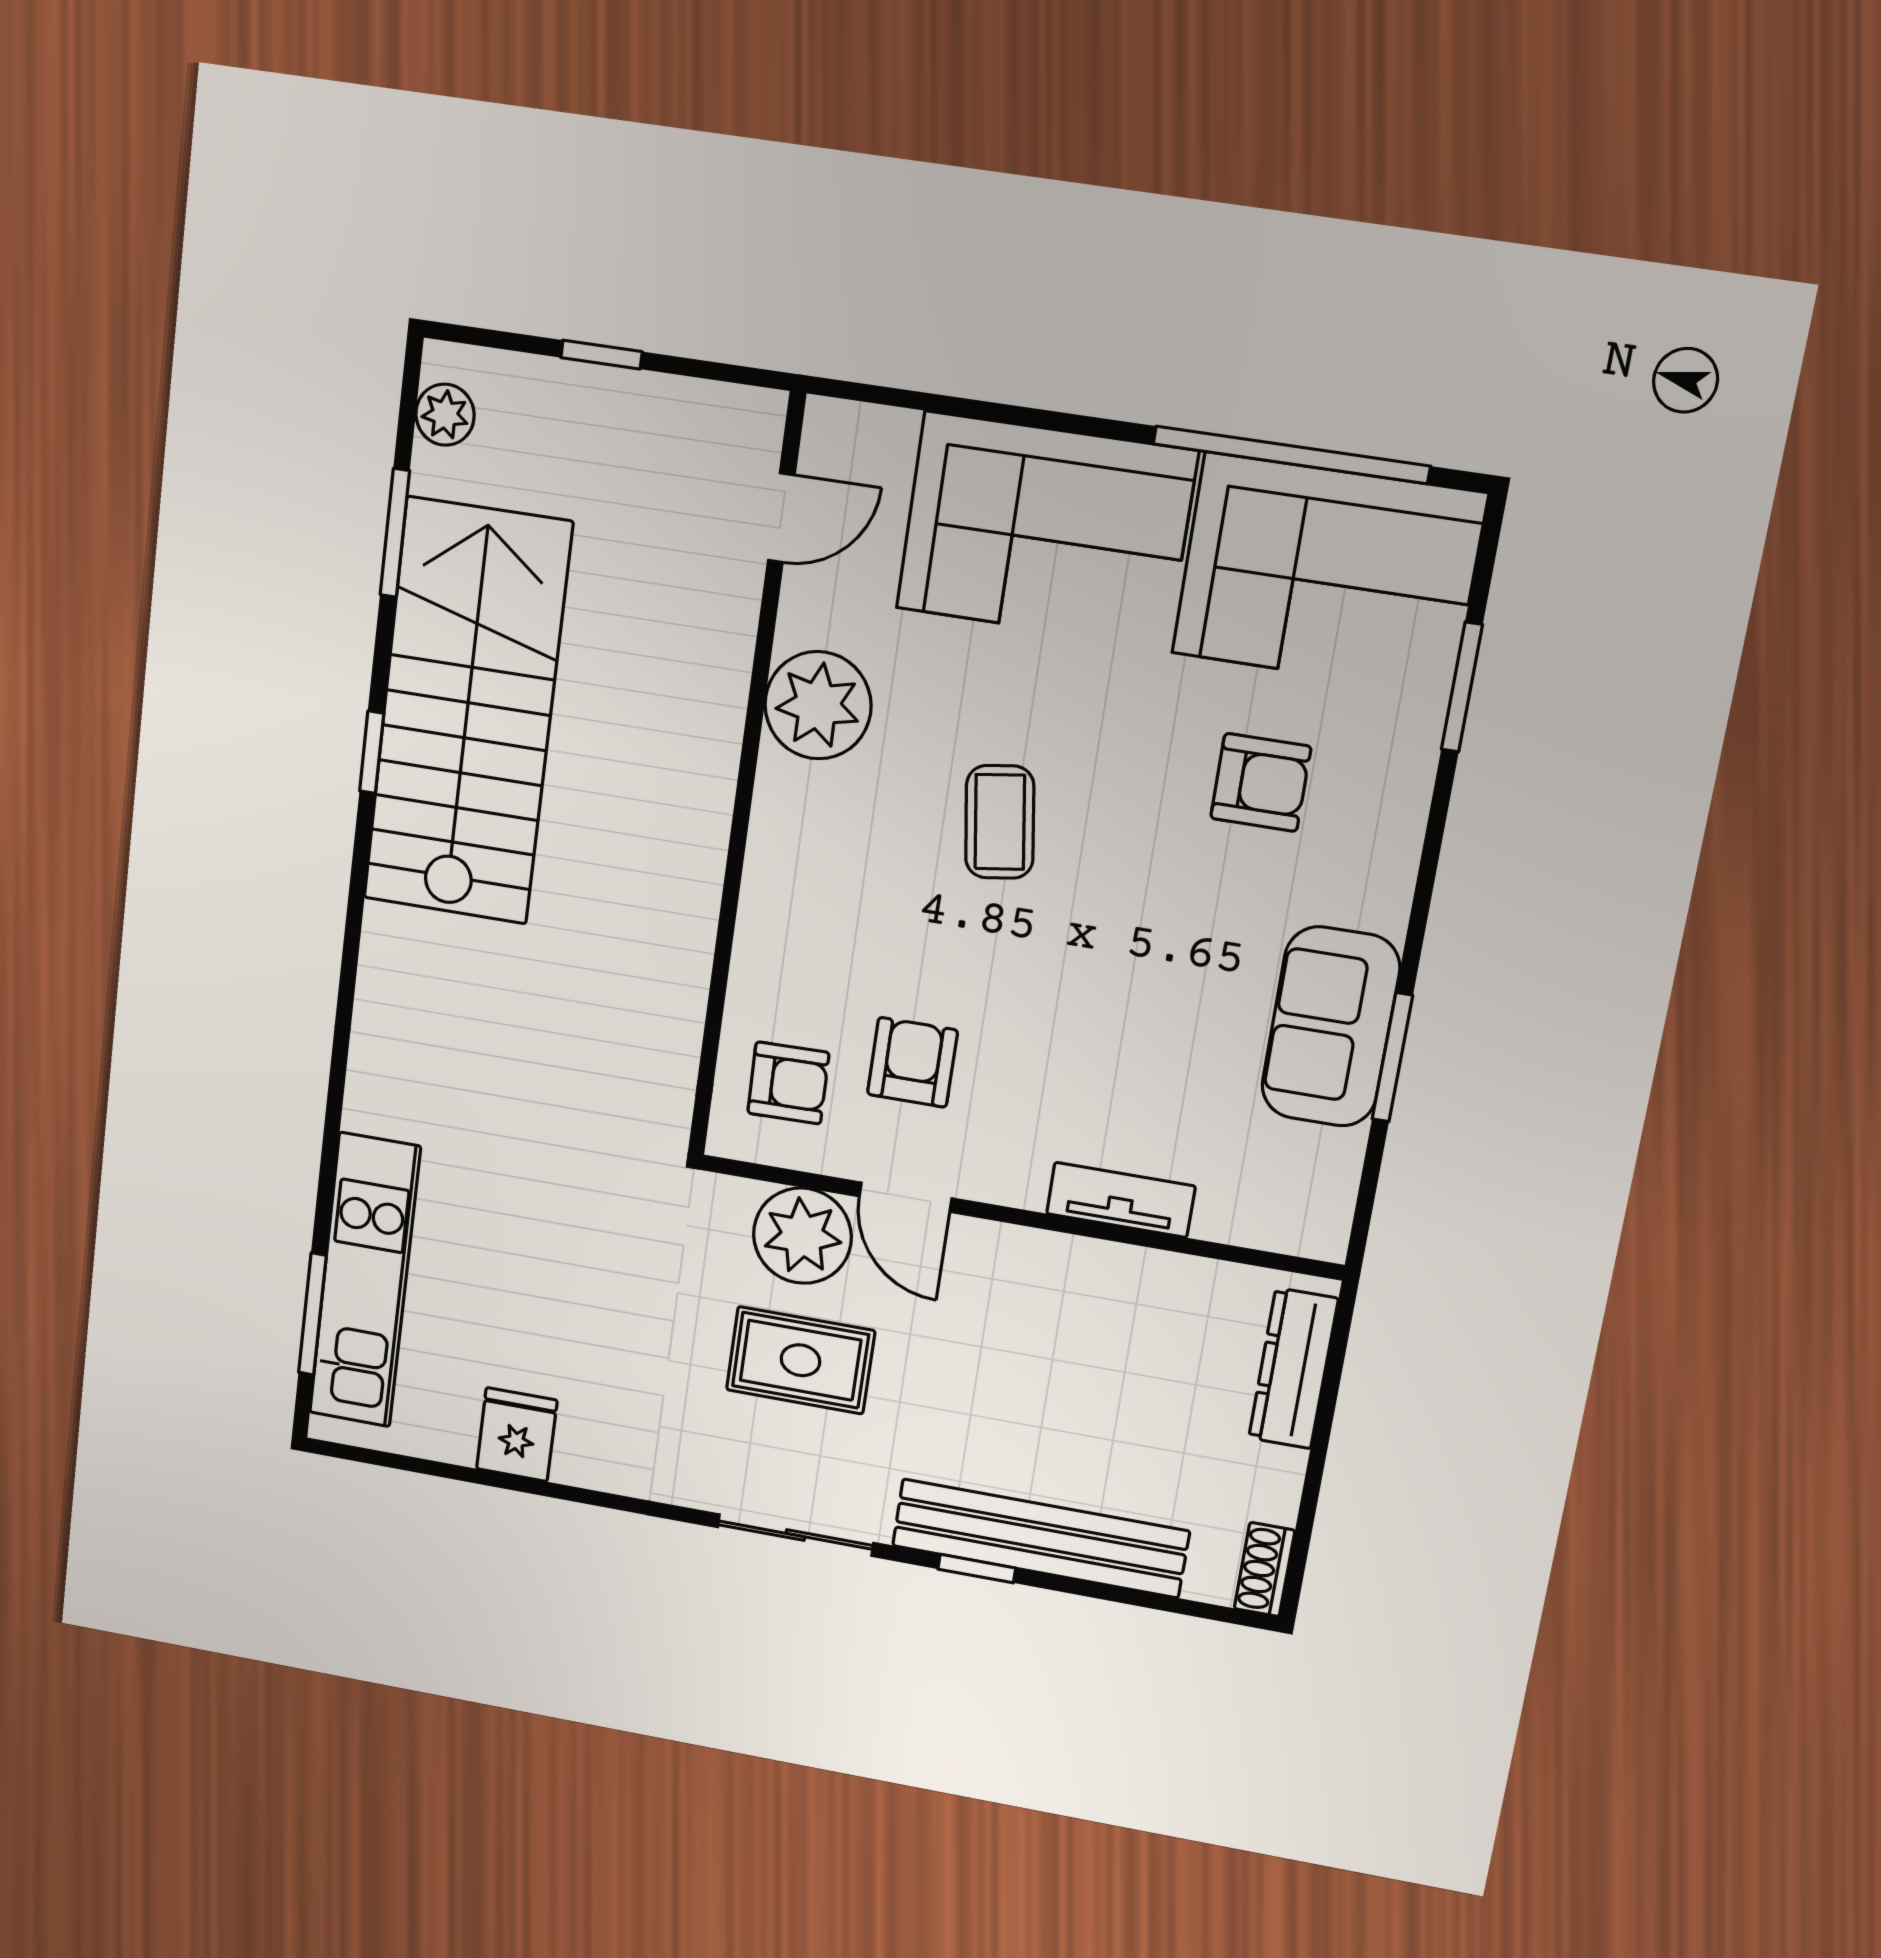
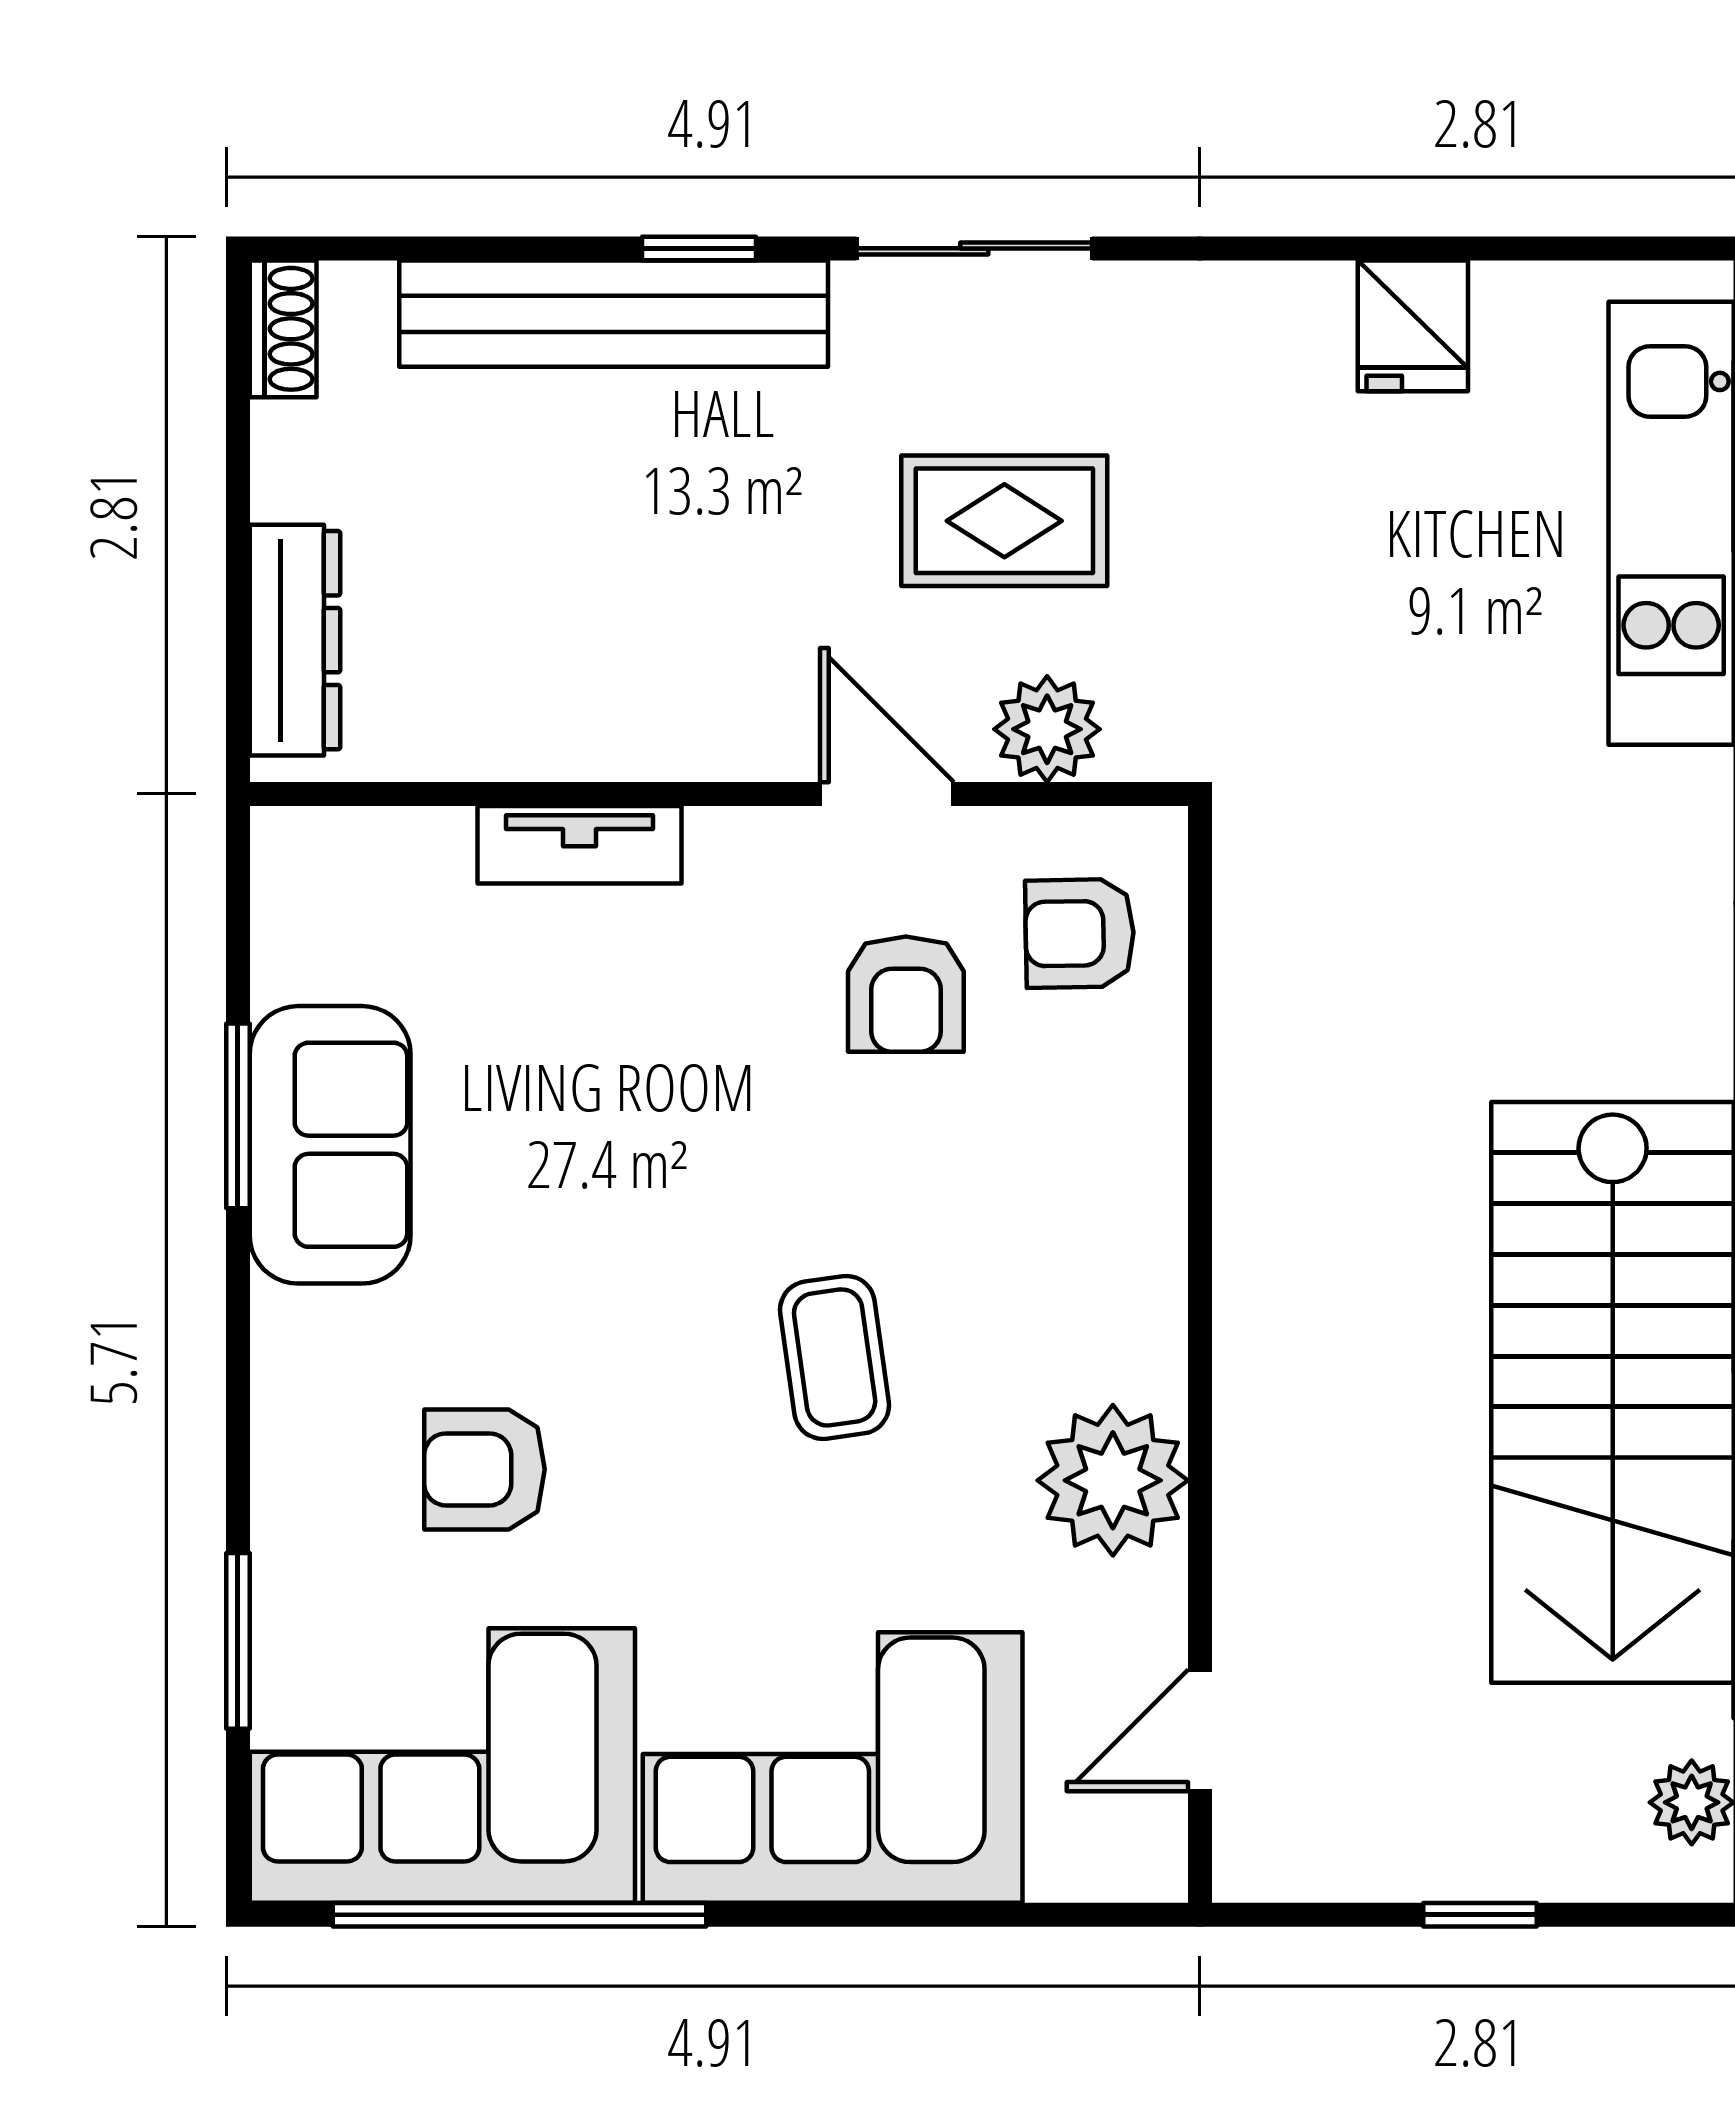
plant: (802, 1236) -> (1047, 729), width x0.73, depth x0.73

